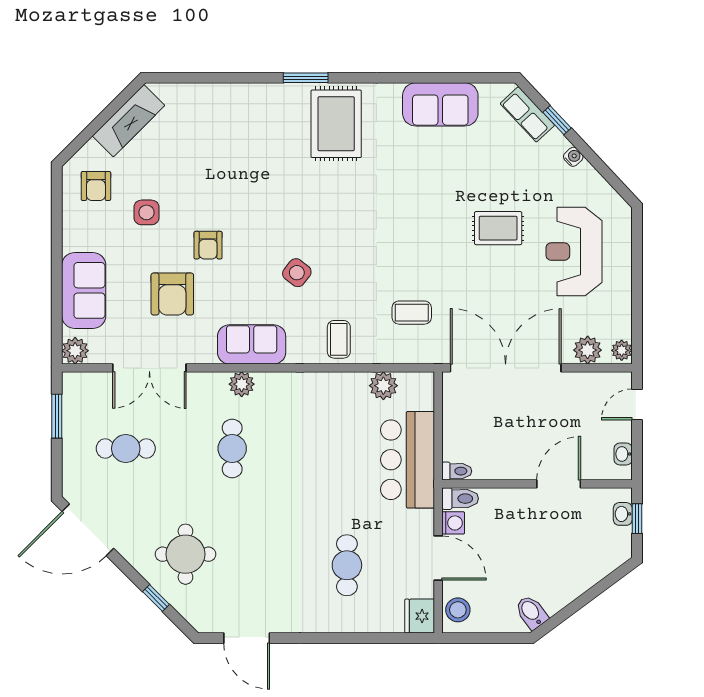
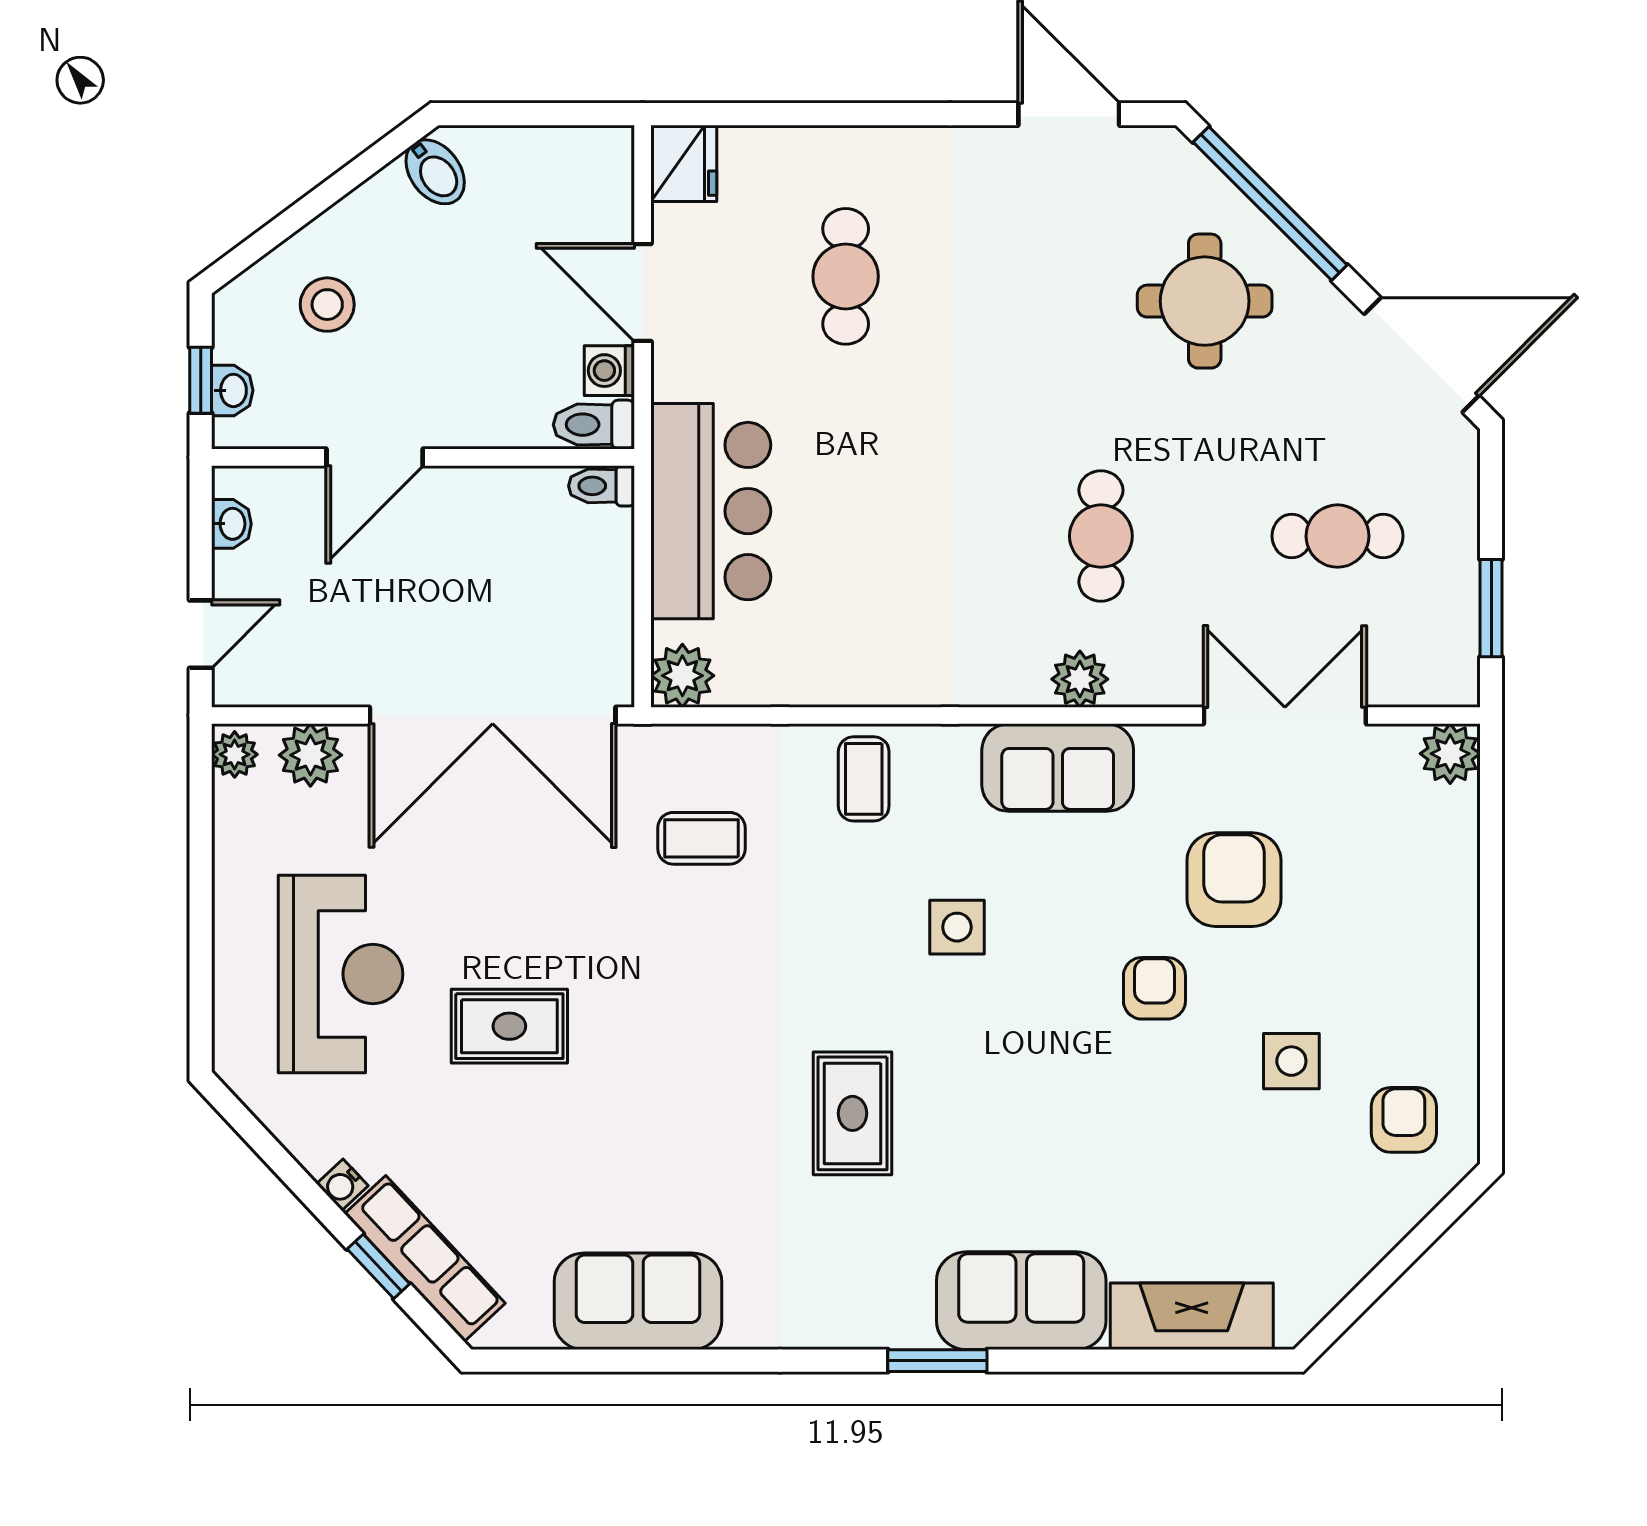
row of seats: (527, 114) -> (425, 1259), width x1.48
fireplace: (129, 121) -> (1192, 1316), moved, turned 45
rug: (336, 124) -> (853, 1113), moved, width x0.73, depth x0.70
side table: (297, 273) -> (957, 927), turned -38
sofa: (84, 290) -> (1021, 1301), moved, turned 90
plant: (383, 386) -> (682, 676), moved
window: (156, 598) -> (1270, 203), width x3.17
stool: (458, 610) -> (327, 305), moved

